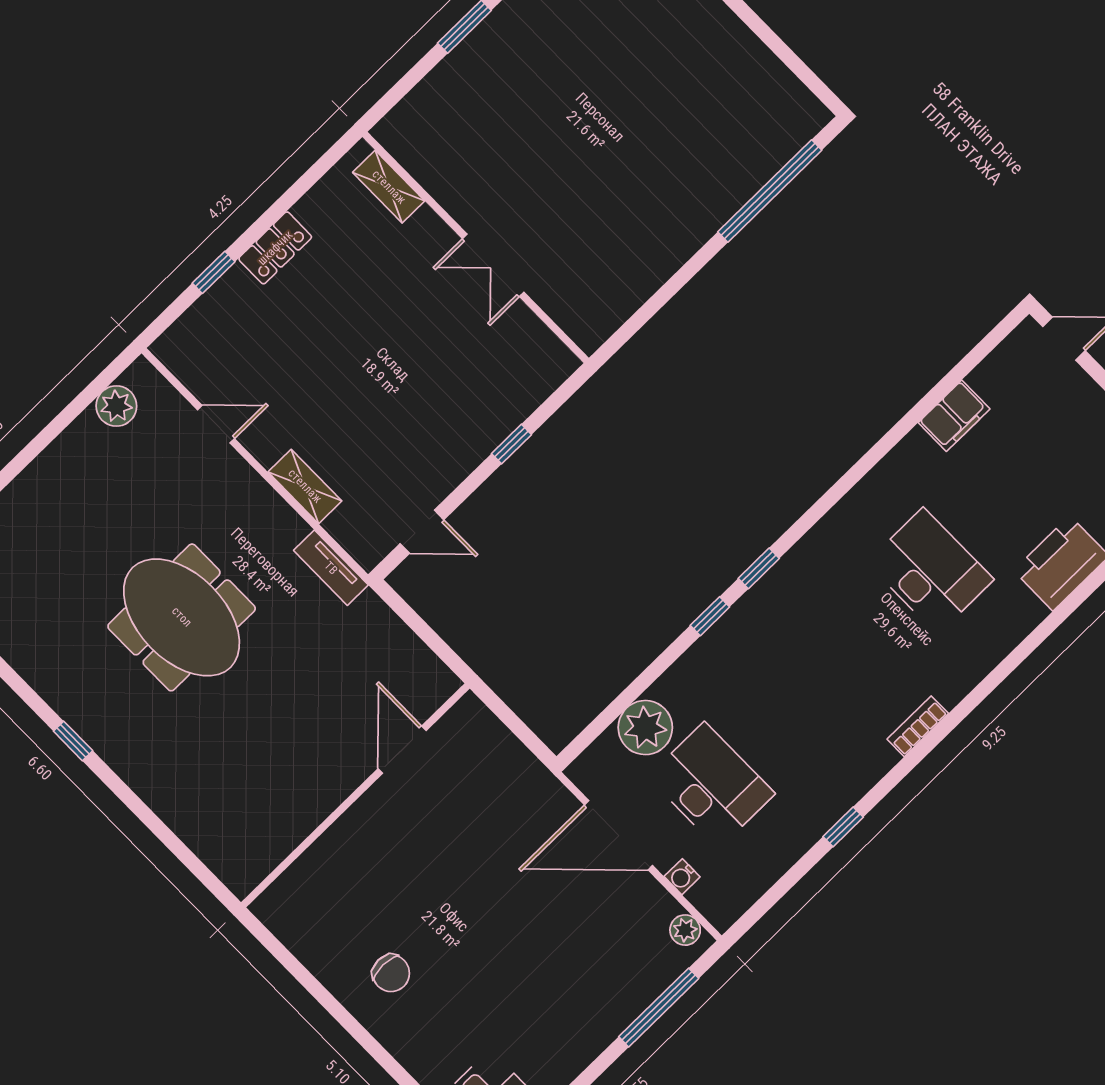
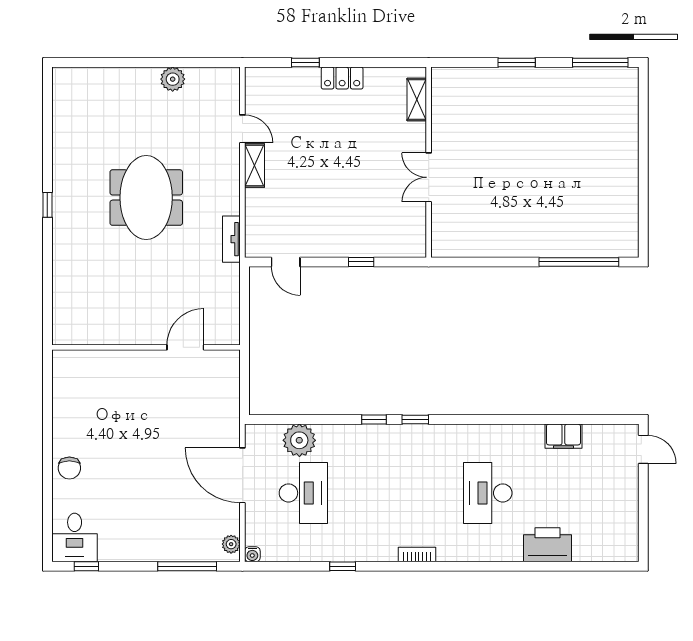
plant: (116, 406) -> (173, 79), moved
shelving: (305, 486) -> (254, 165), moved
desk: (930, 571) -> (488, 493), turned 180
water cooler: (682, 877) -> (252, 554), moved, turned -90
chair: (391, 973) -> (69, 468), moved

